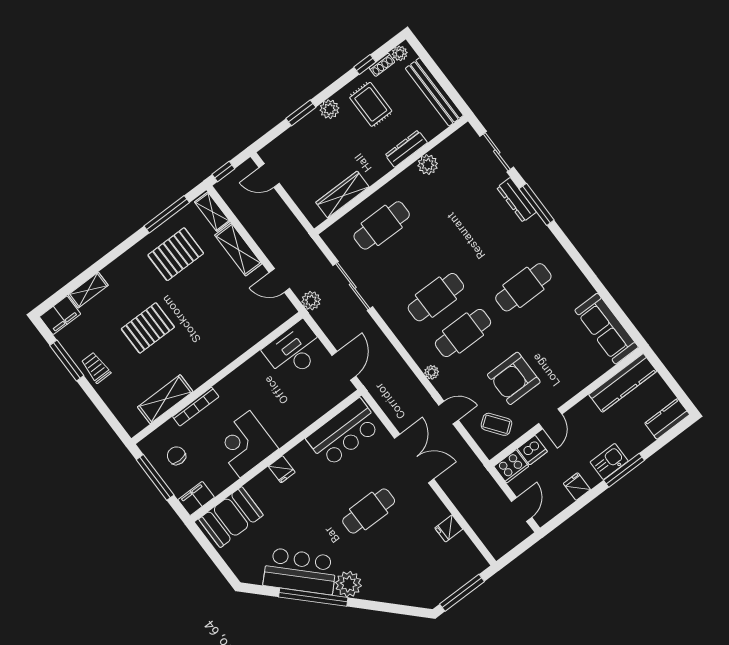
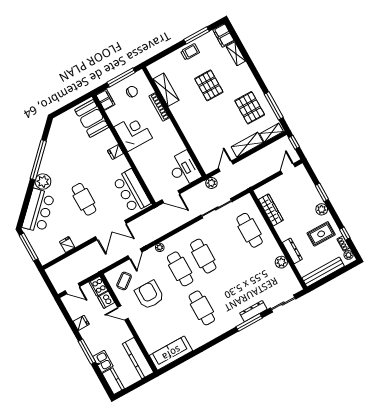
kitchen sink: (609, 461) -> (103, 361), moved
bar counter: (300, 571) -> (38, 211), moved

